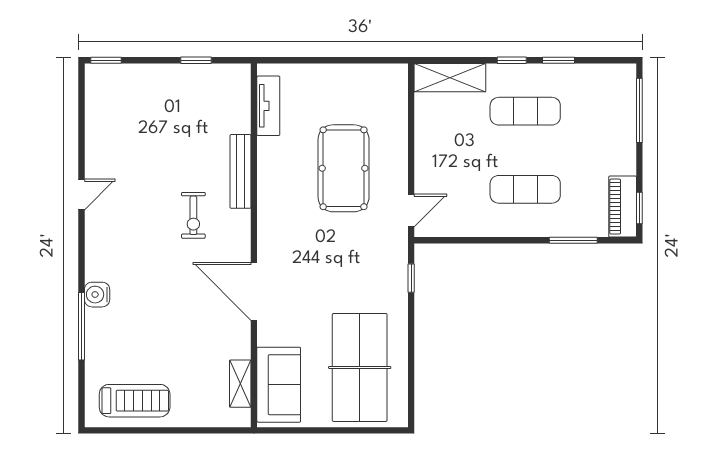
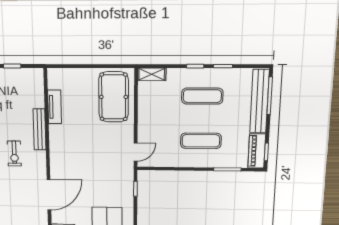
shelving: (450, 78) -> (152, 74), width x0.67, depth x0.75
tv unit: (268, 106) -> (54, 107), moved
bench: (623, 119) -> (259, 101), added
pool table: (344, 168) -> (114, 97), moved
door: (254, 291) -> (49, 195), swing flipped

